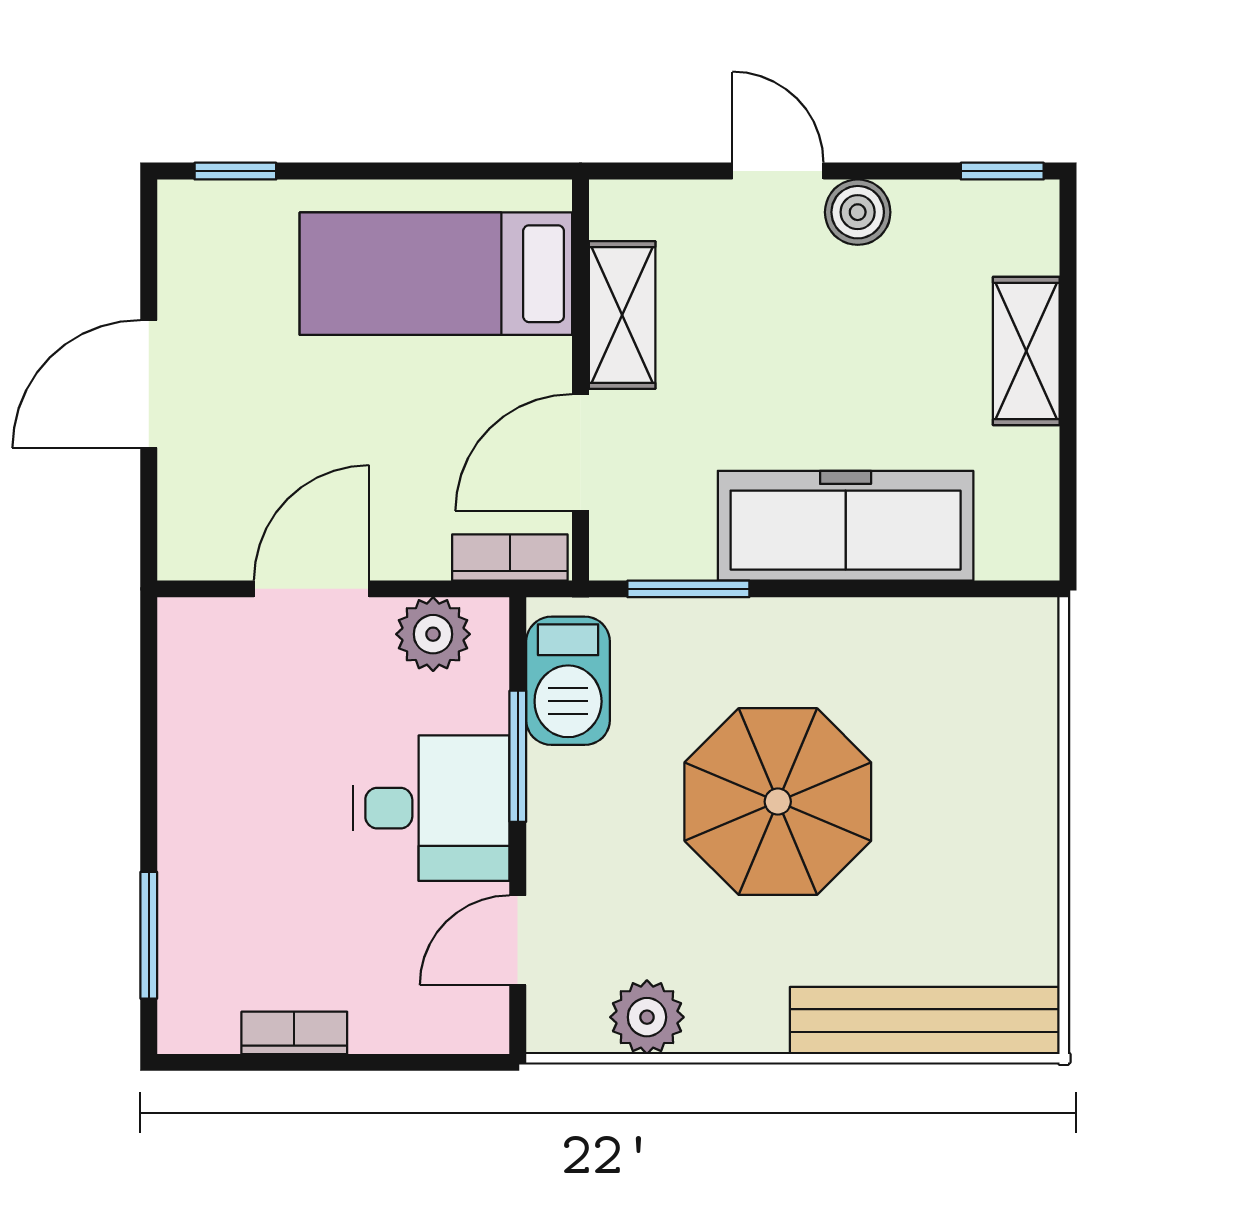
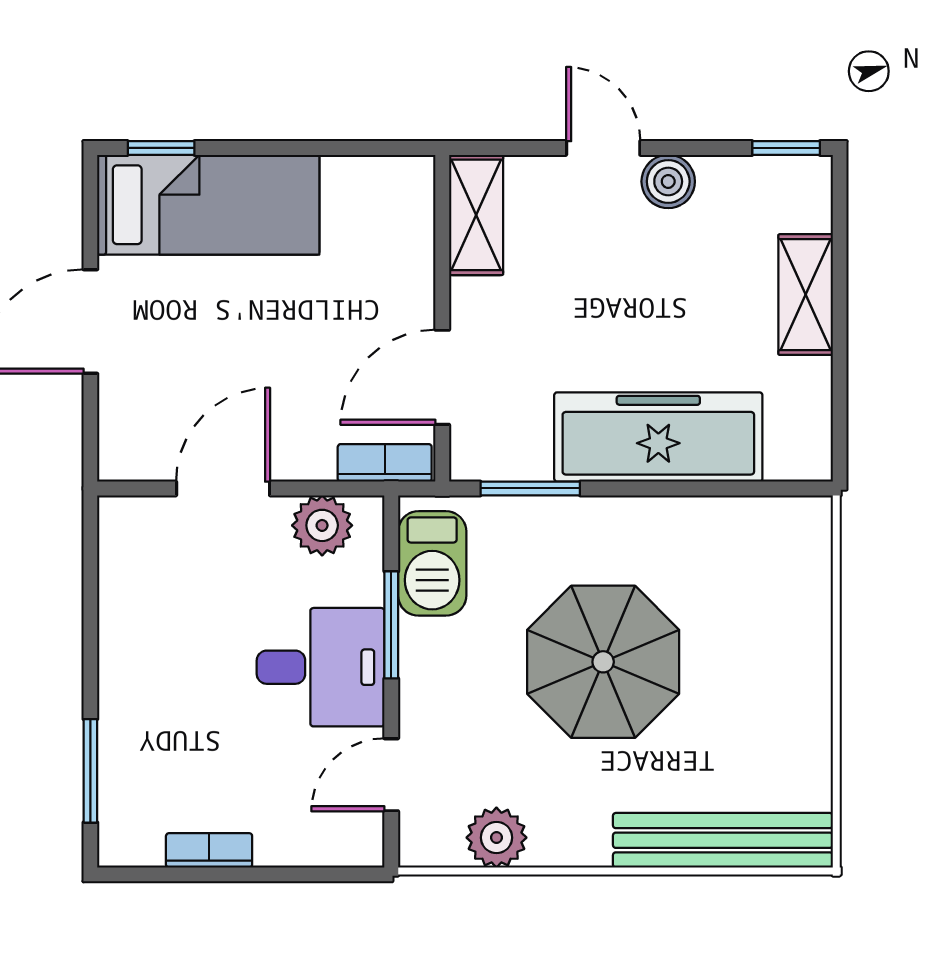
bed: (436, 274) -> (208, 205), moved, turned 180
shelving: (622, 315) -> (476, 215), moved

